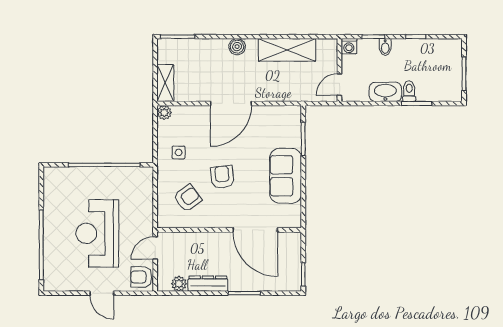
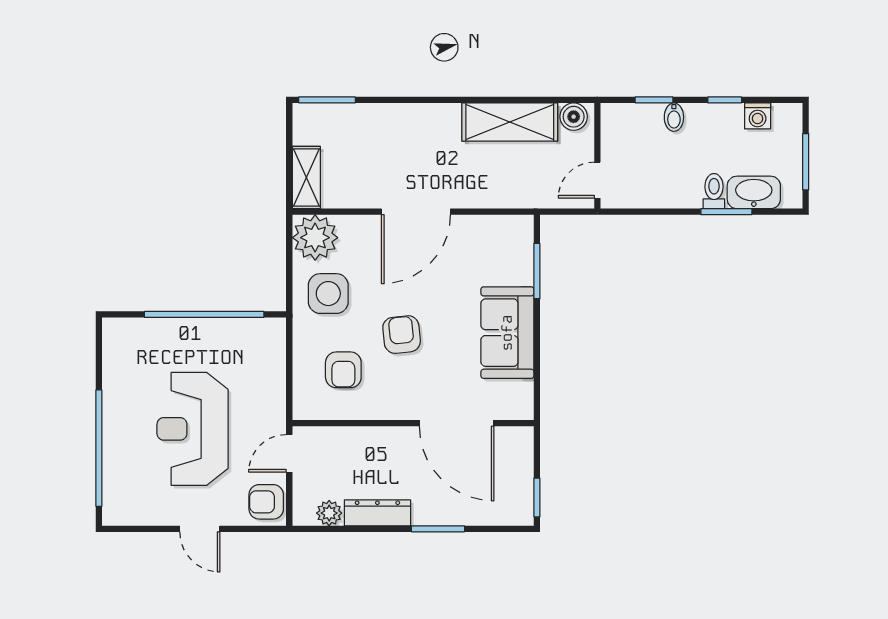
washing machine: (349, 46) -> (758, 116), moved
boiler: (237, 47) -> (574, 117), moved
washbasin: (385, 92) -> (754, 192), moved
plant: (164, 113) -> (315, 238), width x1.88, depth x1.88
side table: (178, 152) -> (328, 294), width x1.87, depth x1.87
armchair: (187, 198) -> (343, 370), turned 126

